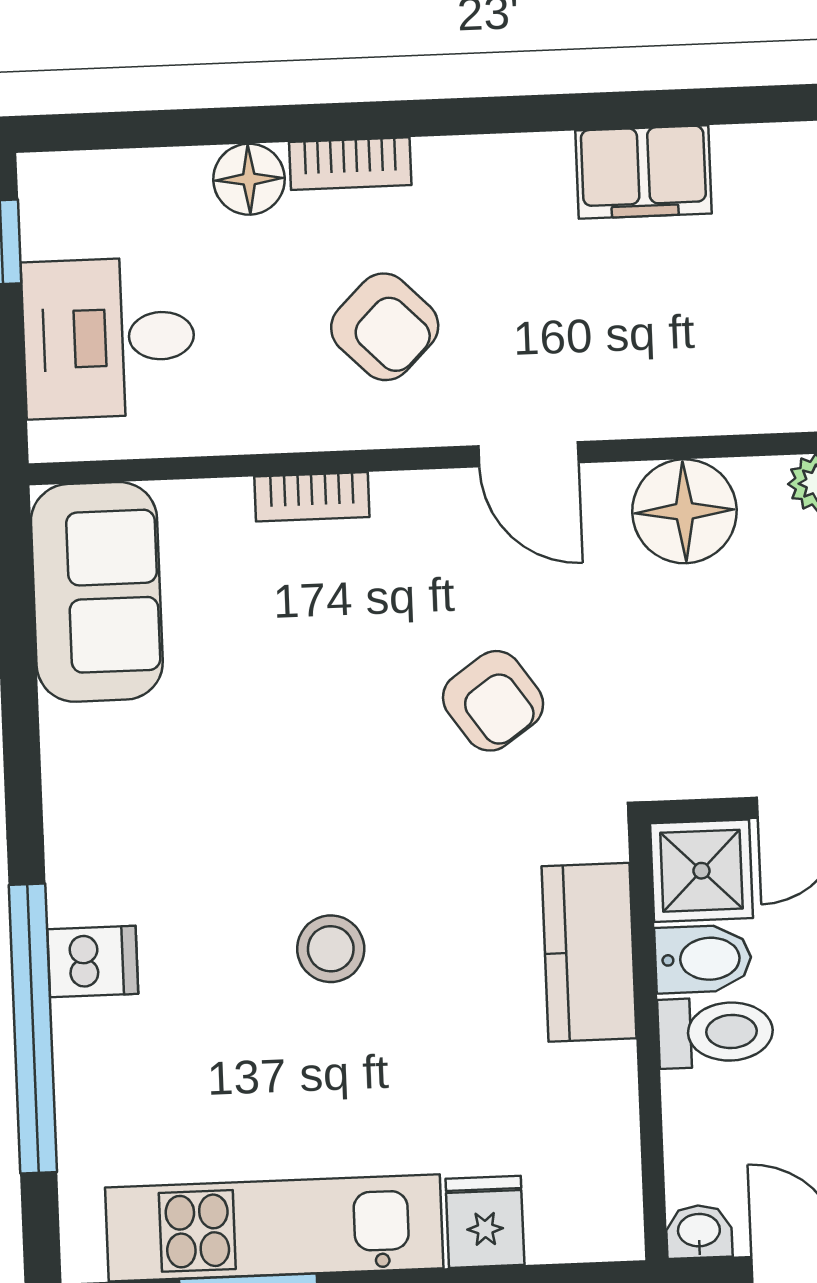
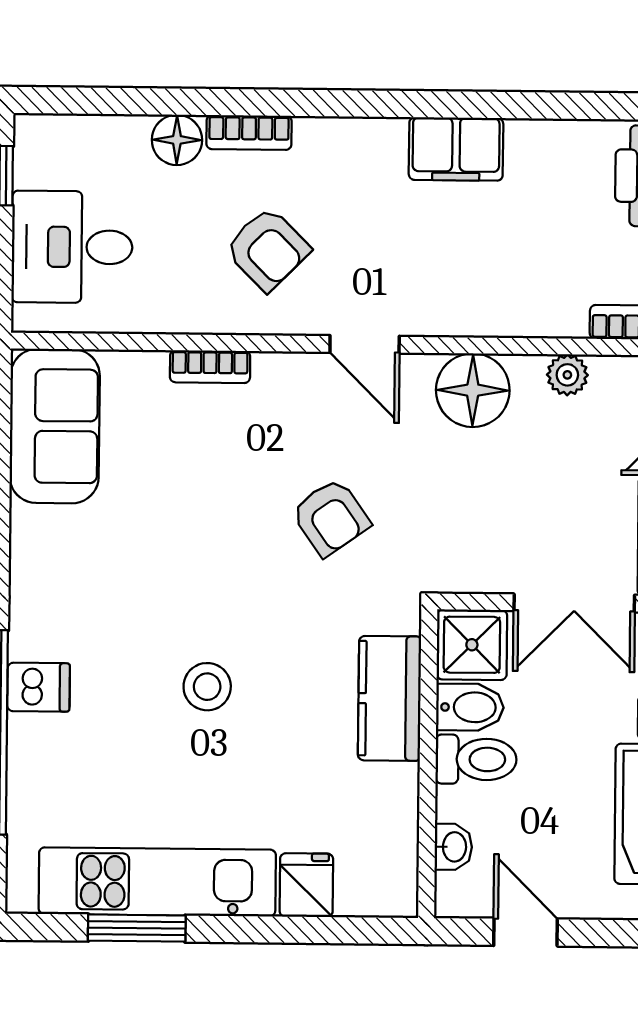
washbasin: (699, 1232) -> (453, 847), moved, turned 90

